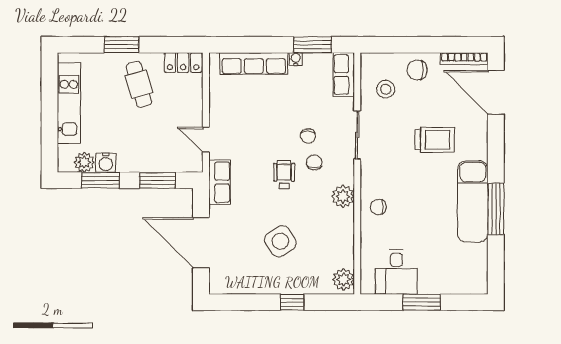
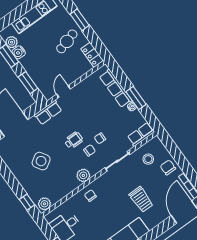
window: (313, 45) -> (136, 98), moved
window: (292, 302) -> (27, 202), moved

